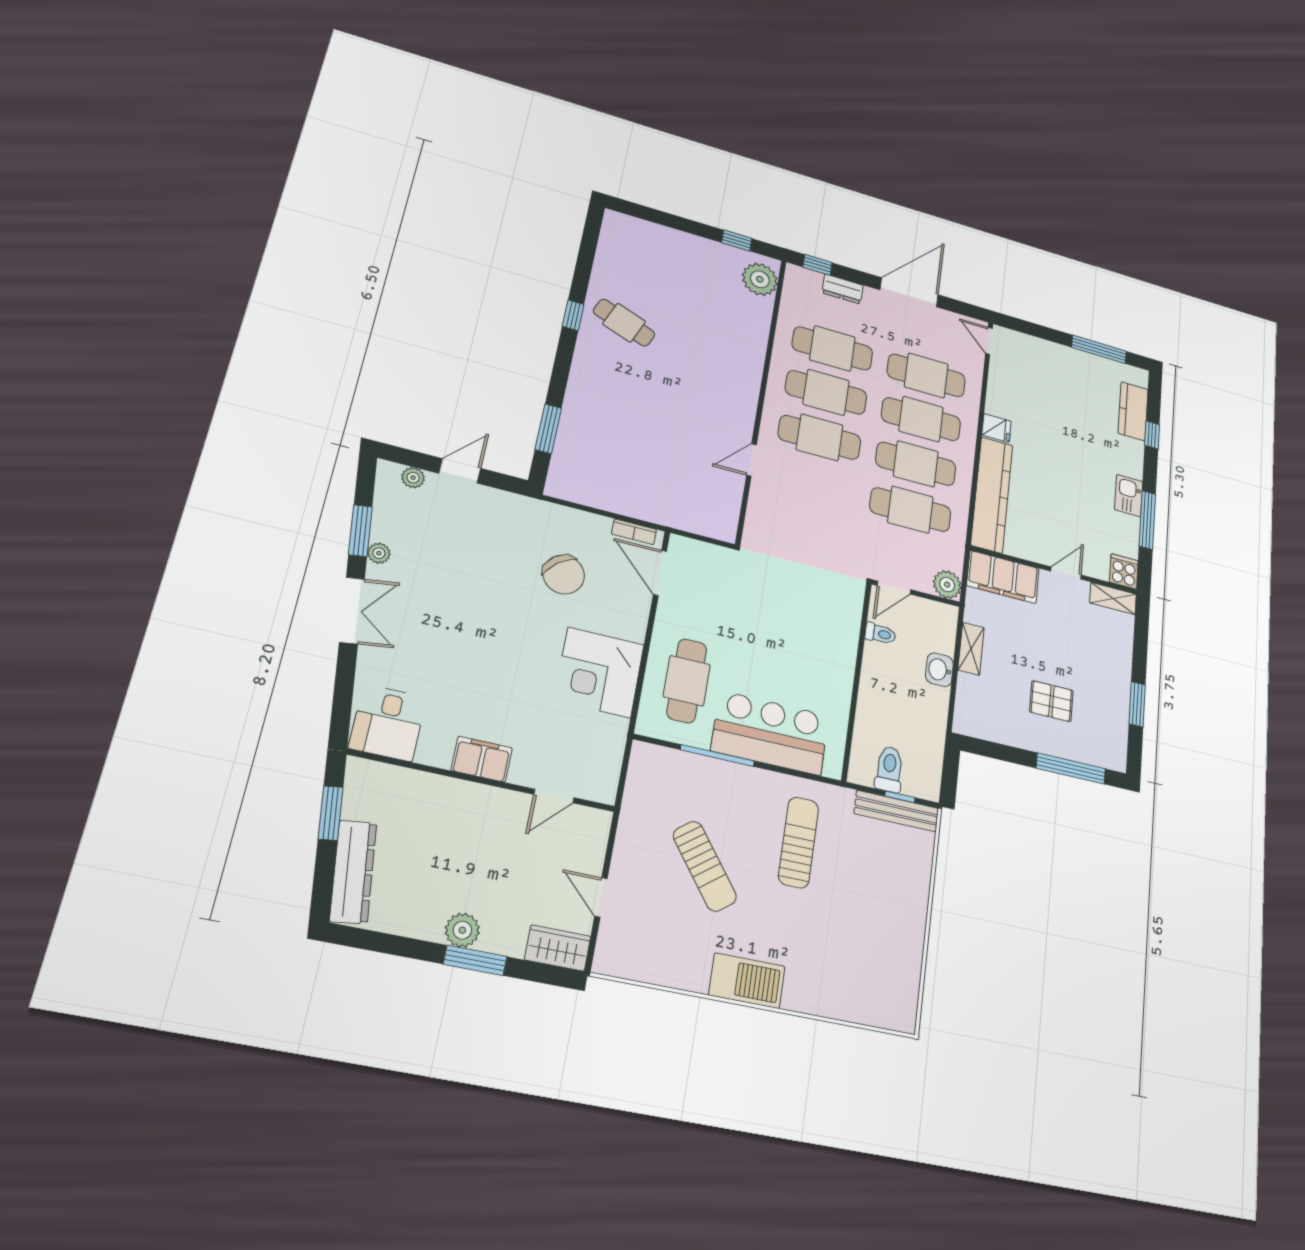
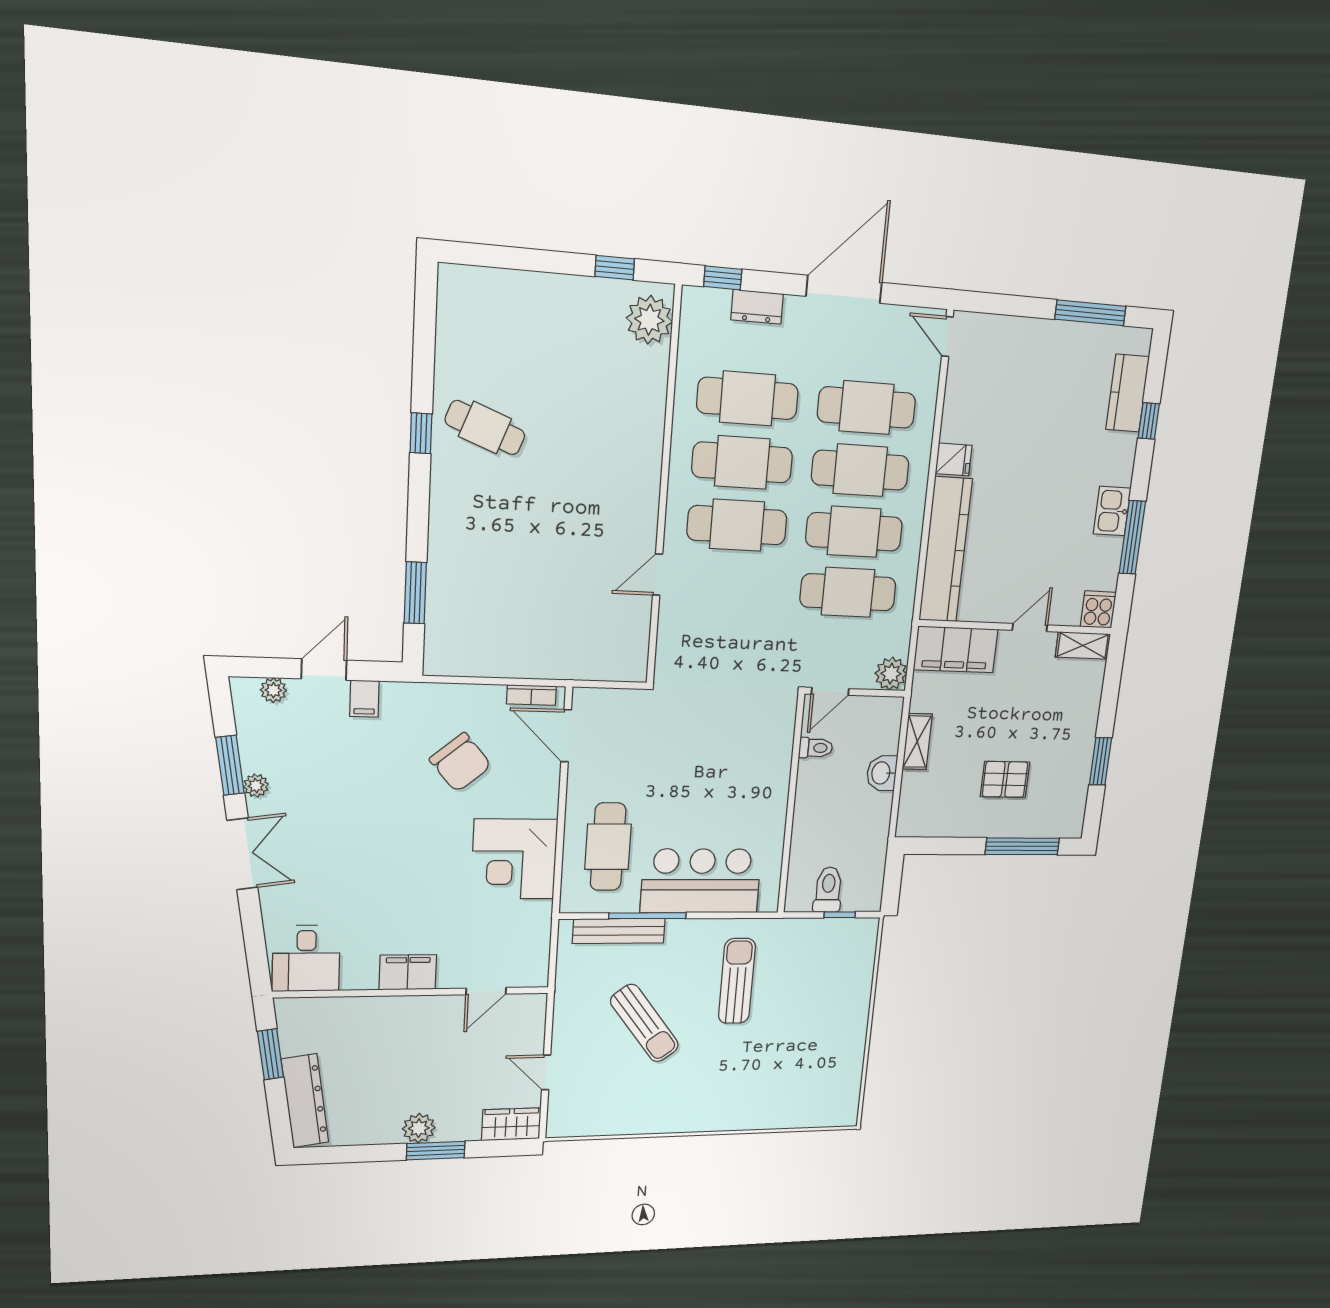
filing cabinet: (490, 502) -> (364, 699), added
bench: (896, 811) -> (619, 931), moved
barbecue: (747, 981) -> (694, 1114), removed

